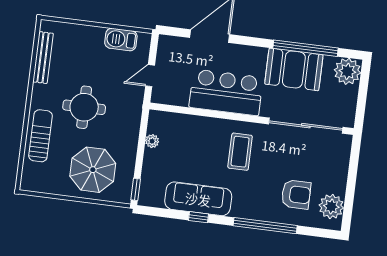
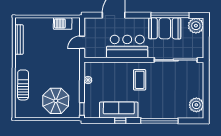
round table: (84, 107) -> (46, 65), removed
armchair: (296, 194) -> (175, 100), removed

